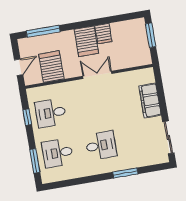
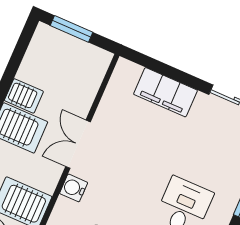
water cooler: (75, 87) -> (74, 188), added

